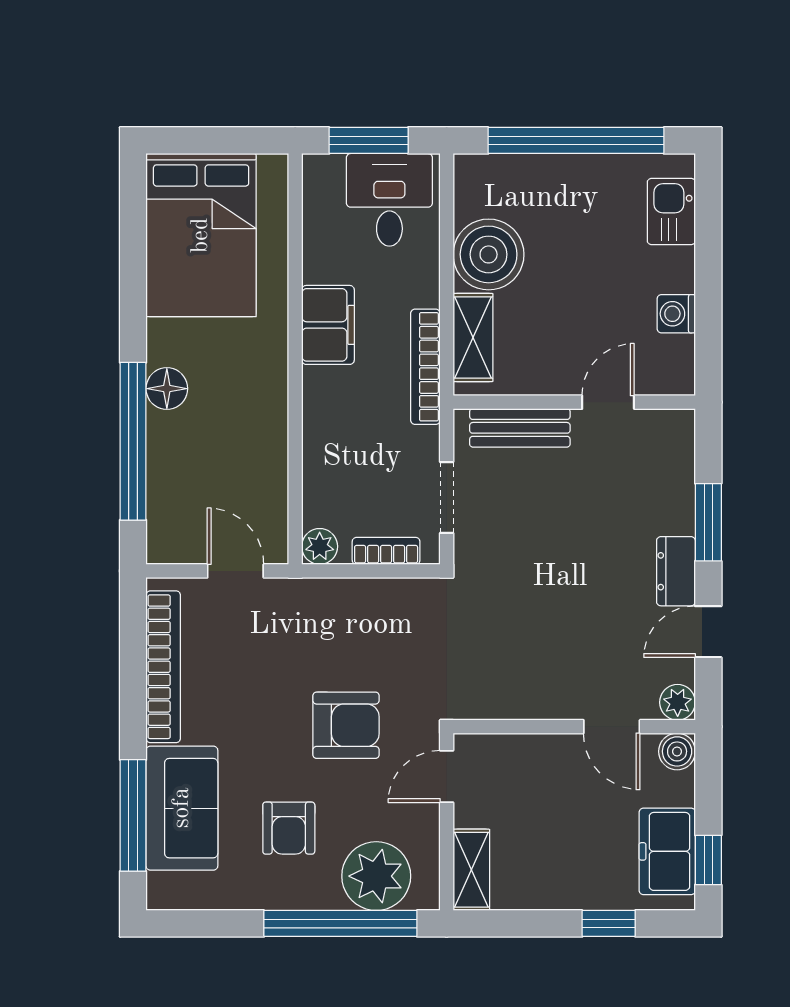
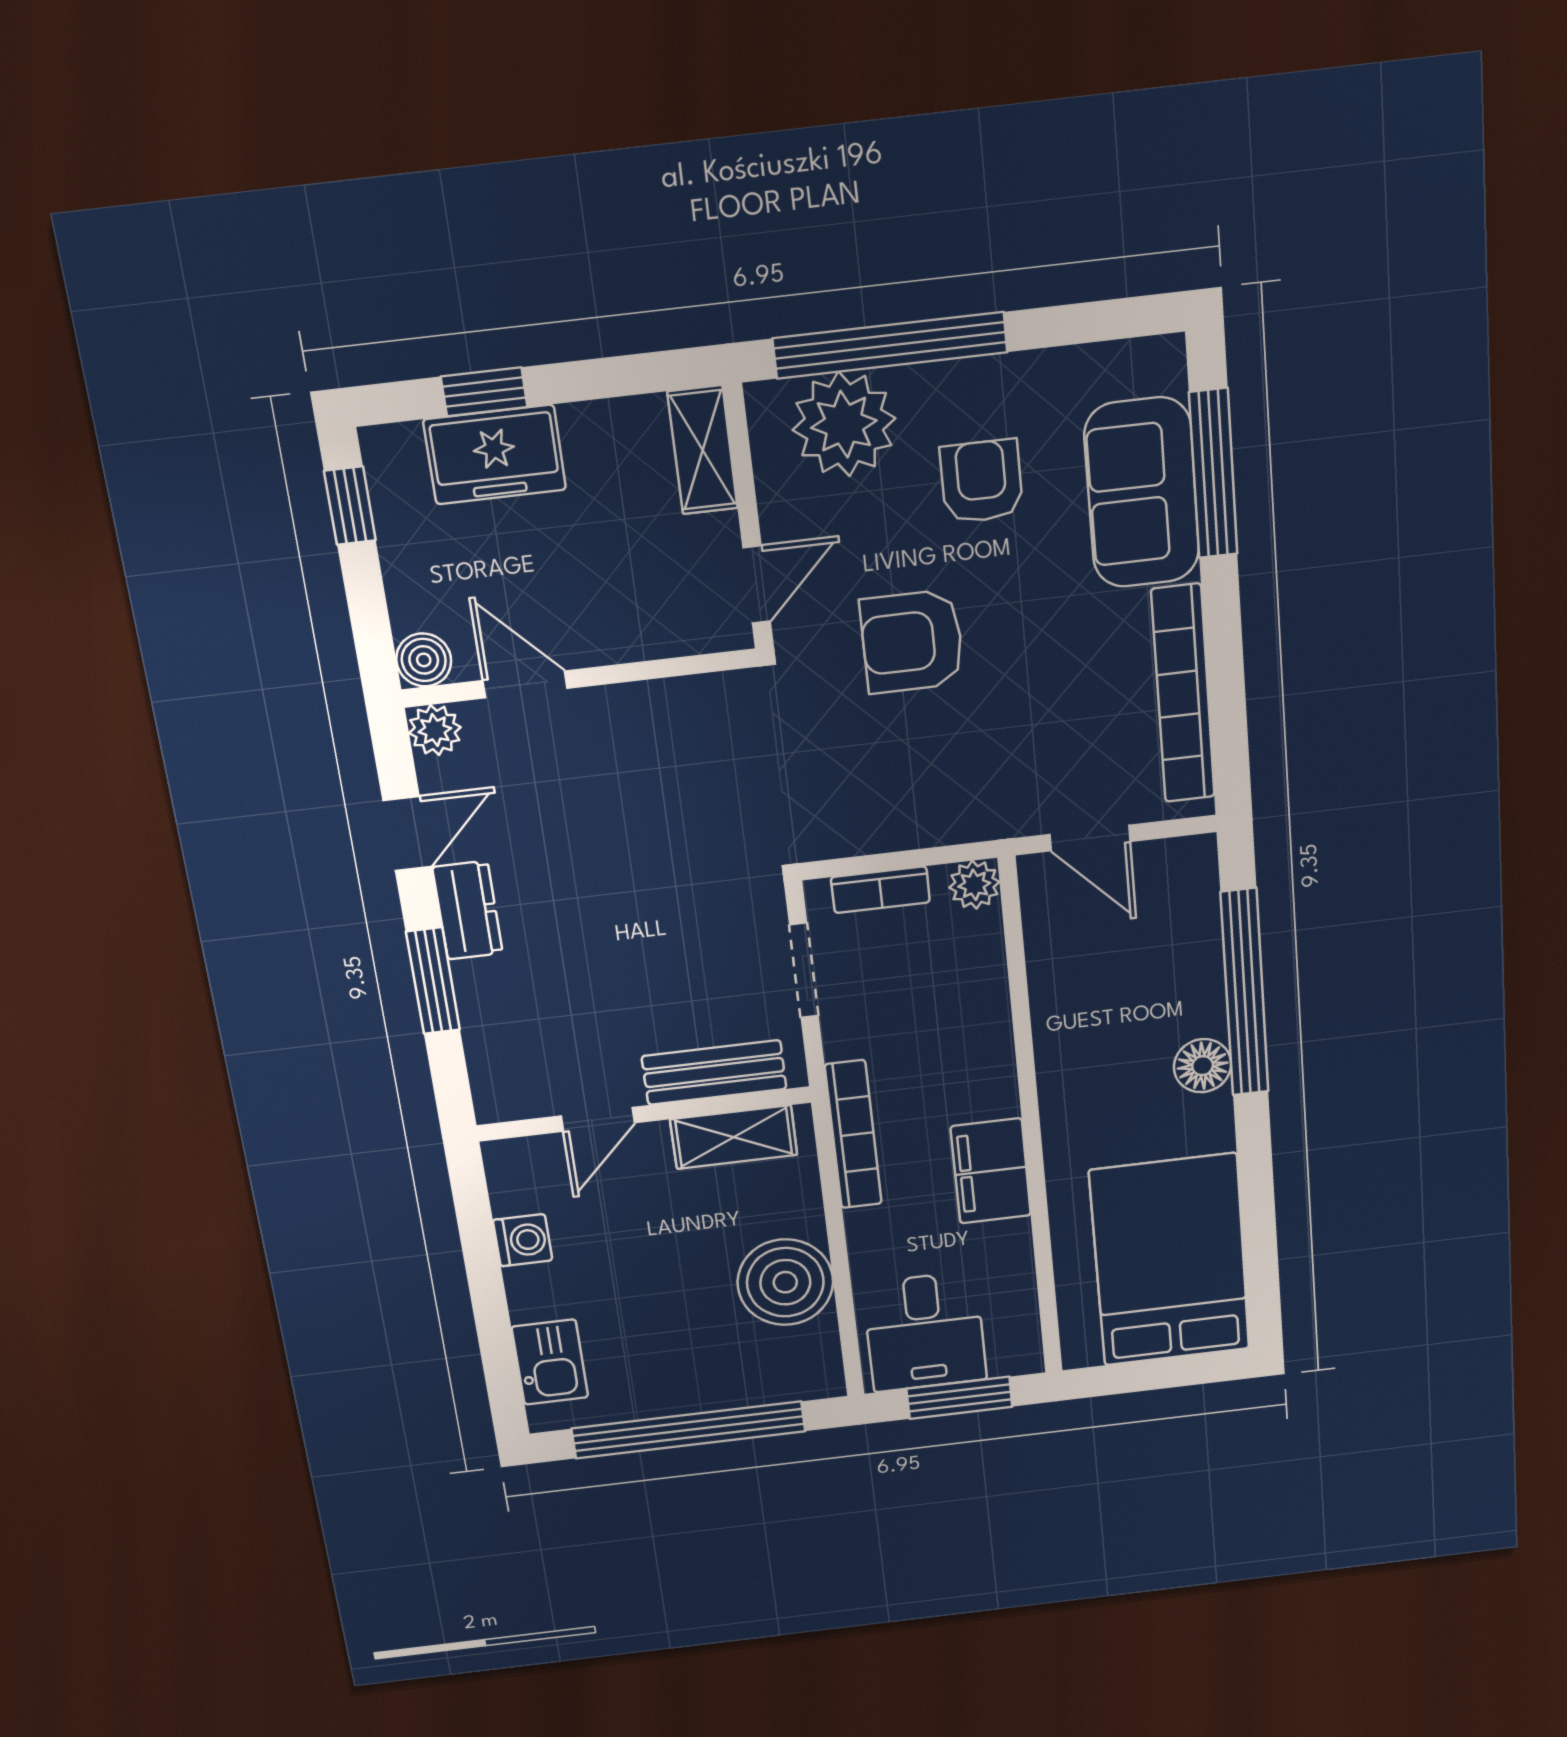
shelving: (473, 338) -> (734, 1137), moved, turned 90
freezer: (667, 851) -> (495, 455), moved, turned 90

